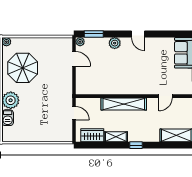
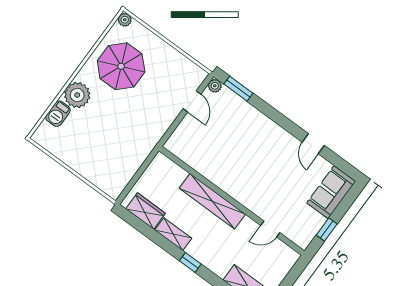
door: (138, 34) -> (313, 144), moved
plant: (115, 43) -> (256, 119), removed
door: (74, 113) -> (143, 168), removed

